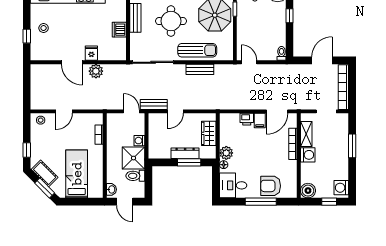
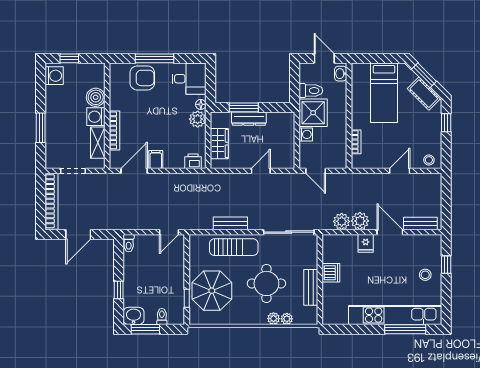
sun lounger: (197, 50) -> (234, 247), turned 180
door: (249, 62) -> (169, 232), hinge flipped
plant: (111, 71) -> (342, 221), added
bench: (154, 104) -> (420, 223), moved
printer: (247, 119) -> (193, 161), moved
boiler: (308, 191) -> (96, 97), moved

